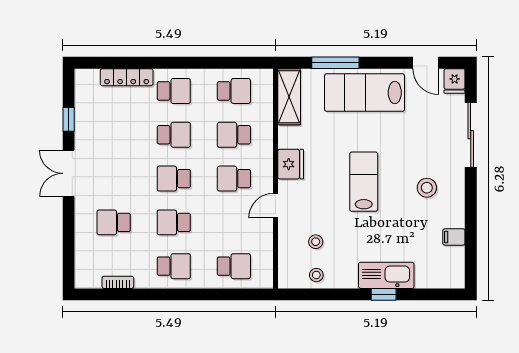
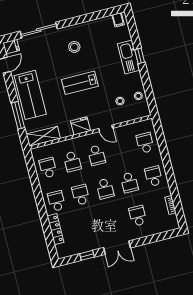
school desk: (114, 222) -> (138, 216), turned 180
filing cabinet: (454, 237) -> (118, 20), moved

